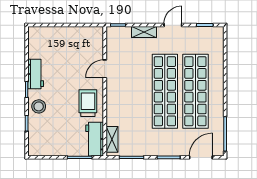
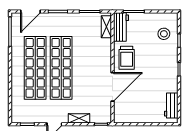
door: (105, 69) -> (112, 87), width x1.88
workbench: (36, 74) -> (171, 105), moved
stool: (39, 106) -> (164, 34), moved

